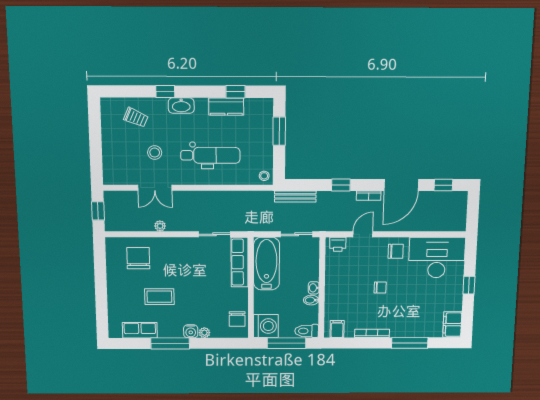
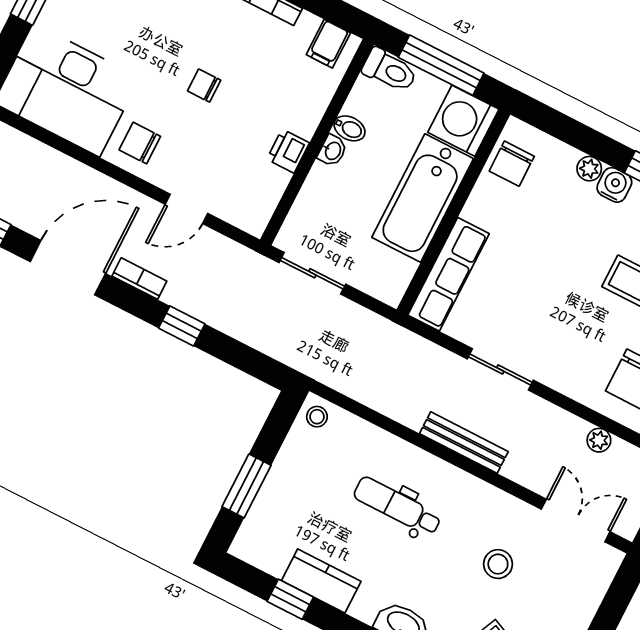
dental chair: (210, 155) -> (397, 506), width x0.73, depth x0.72
double door: (155, 188) -> (576, 520), moved
bench: (295, 196) -> (464, 443), moved
plant: (160, 226) -> (599, 440), moved
sliding door: (215, 234) -> (500, 369), moved
printer: (338, 244) -> (288, 151), moved, turned -90
bathtub: (266, 264) -> (423, 198), moved
chair: (237, 319) -> (512, 164), turned 180

